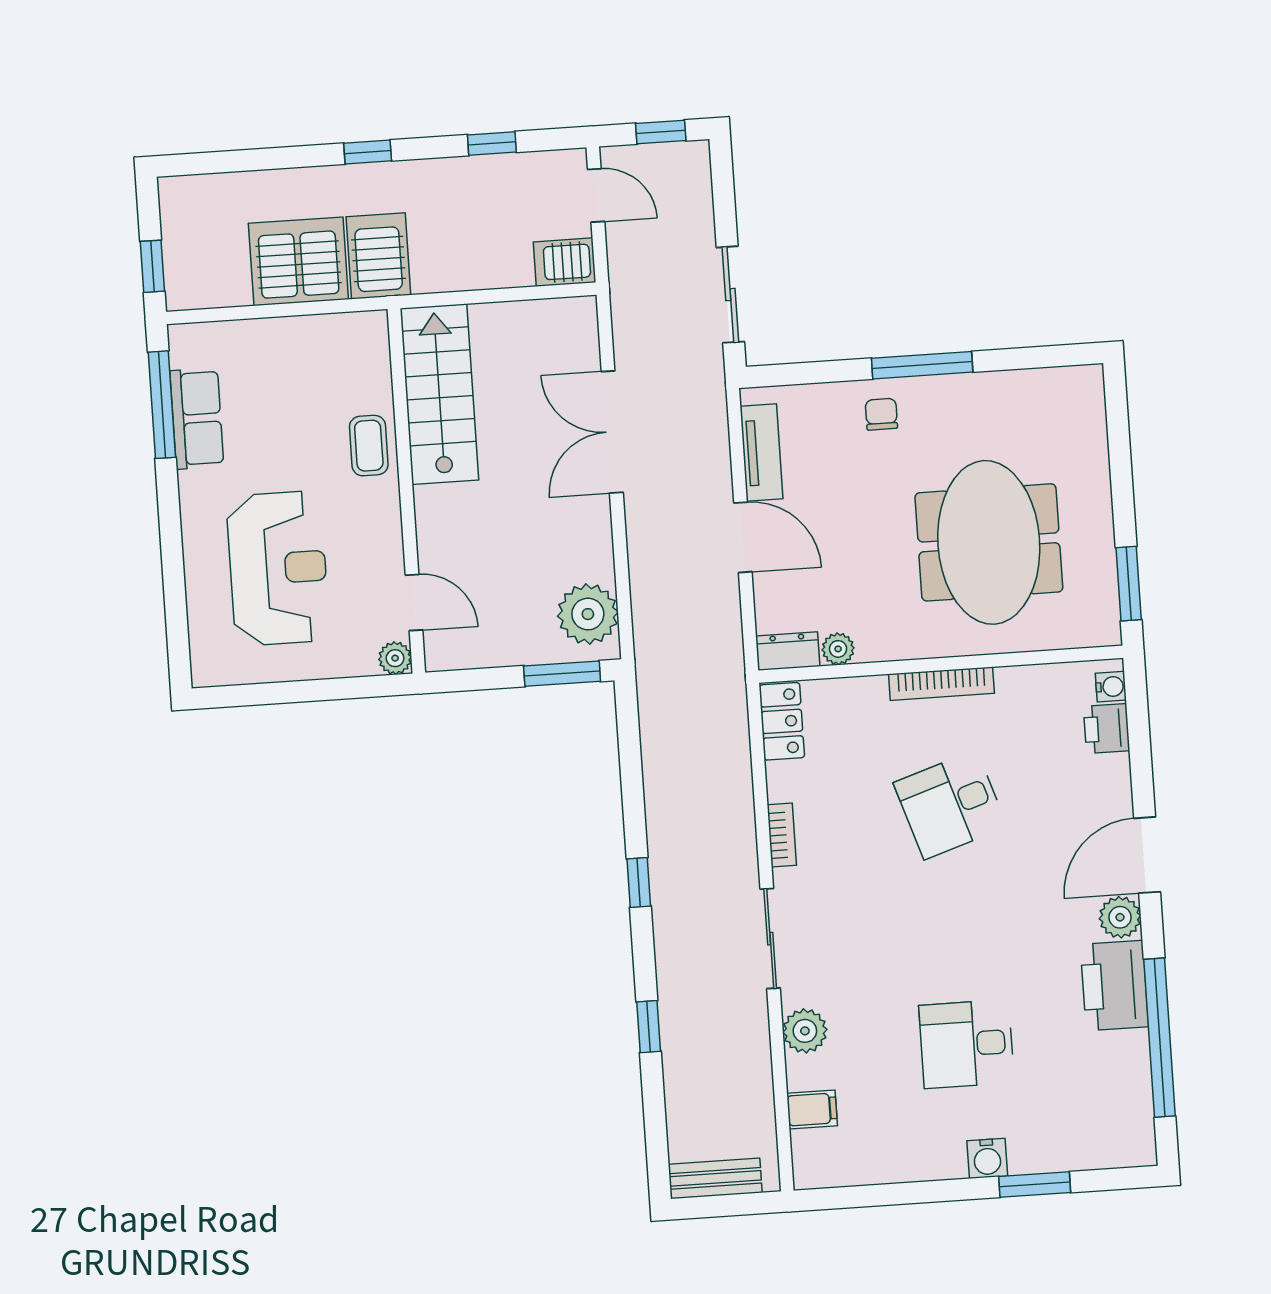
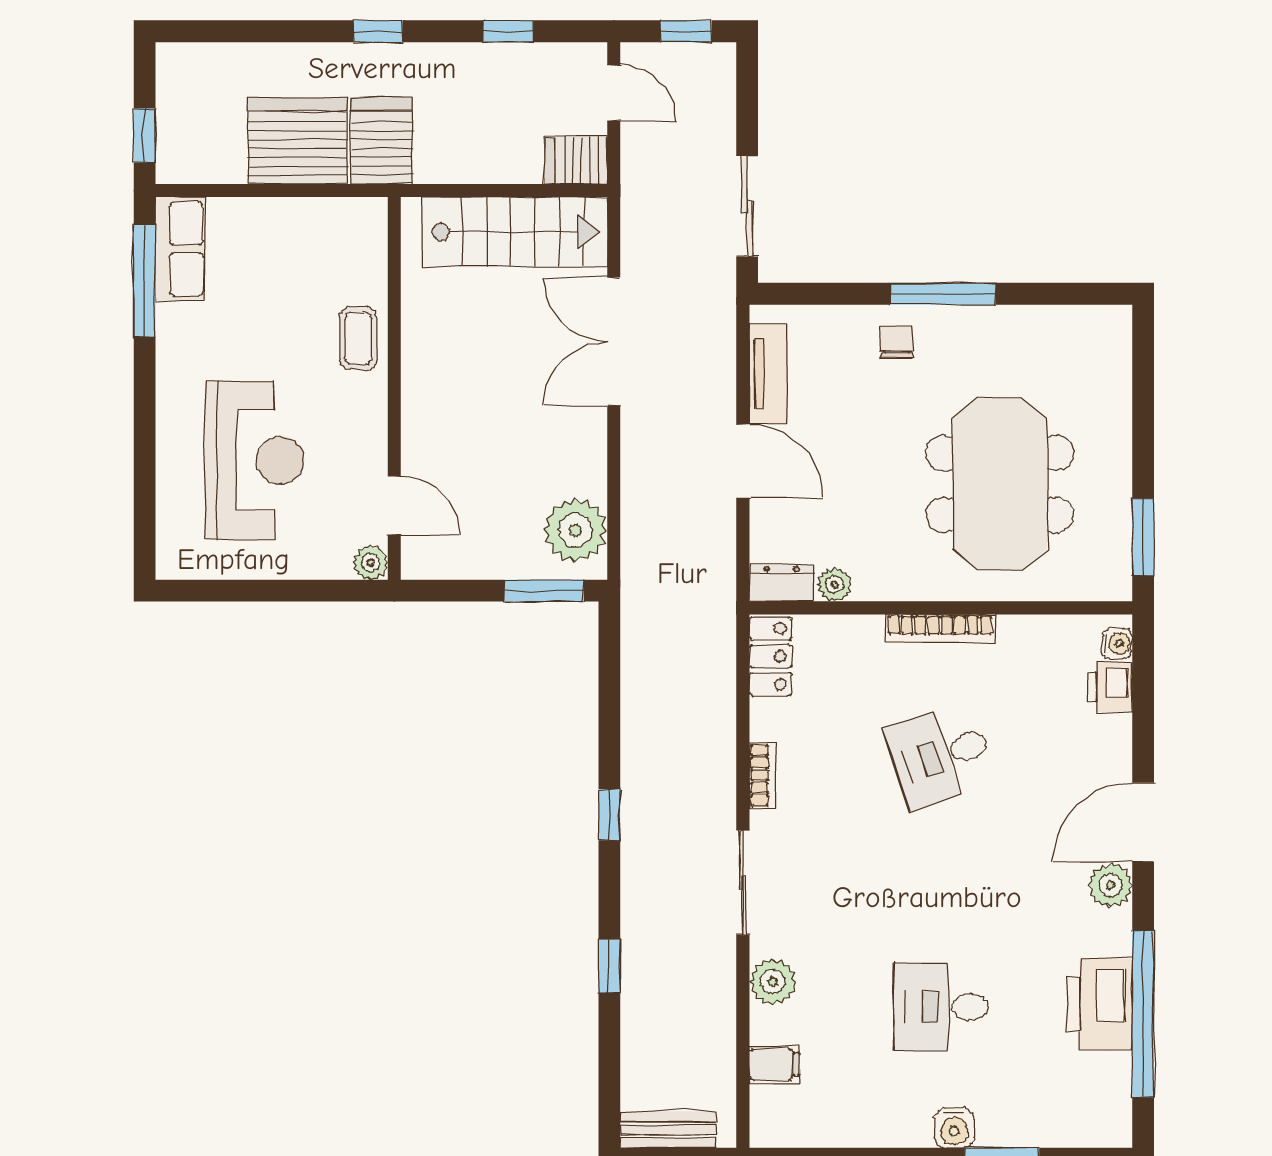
stairs: (439, 394) -> (515, 232), moved, turned 90
row of seats: (197, 418) -> (180, 249), moved
printer: (1114, 986) -> (1100, 1004), moved

